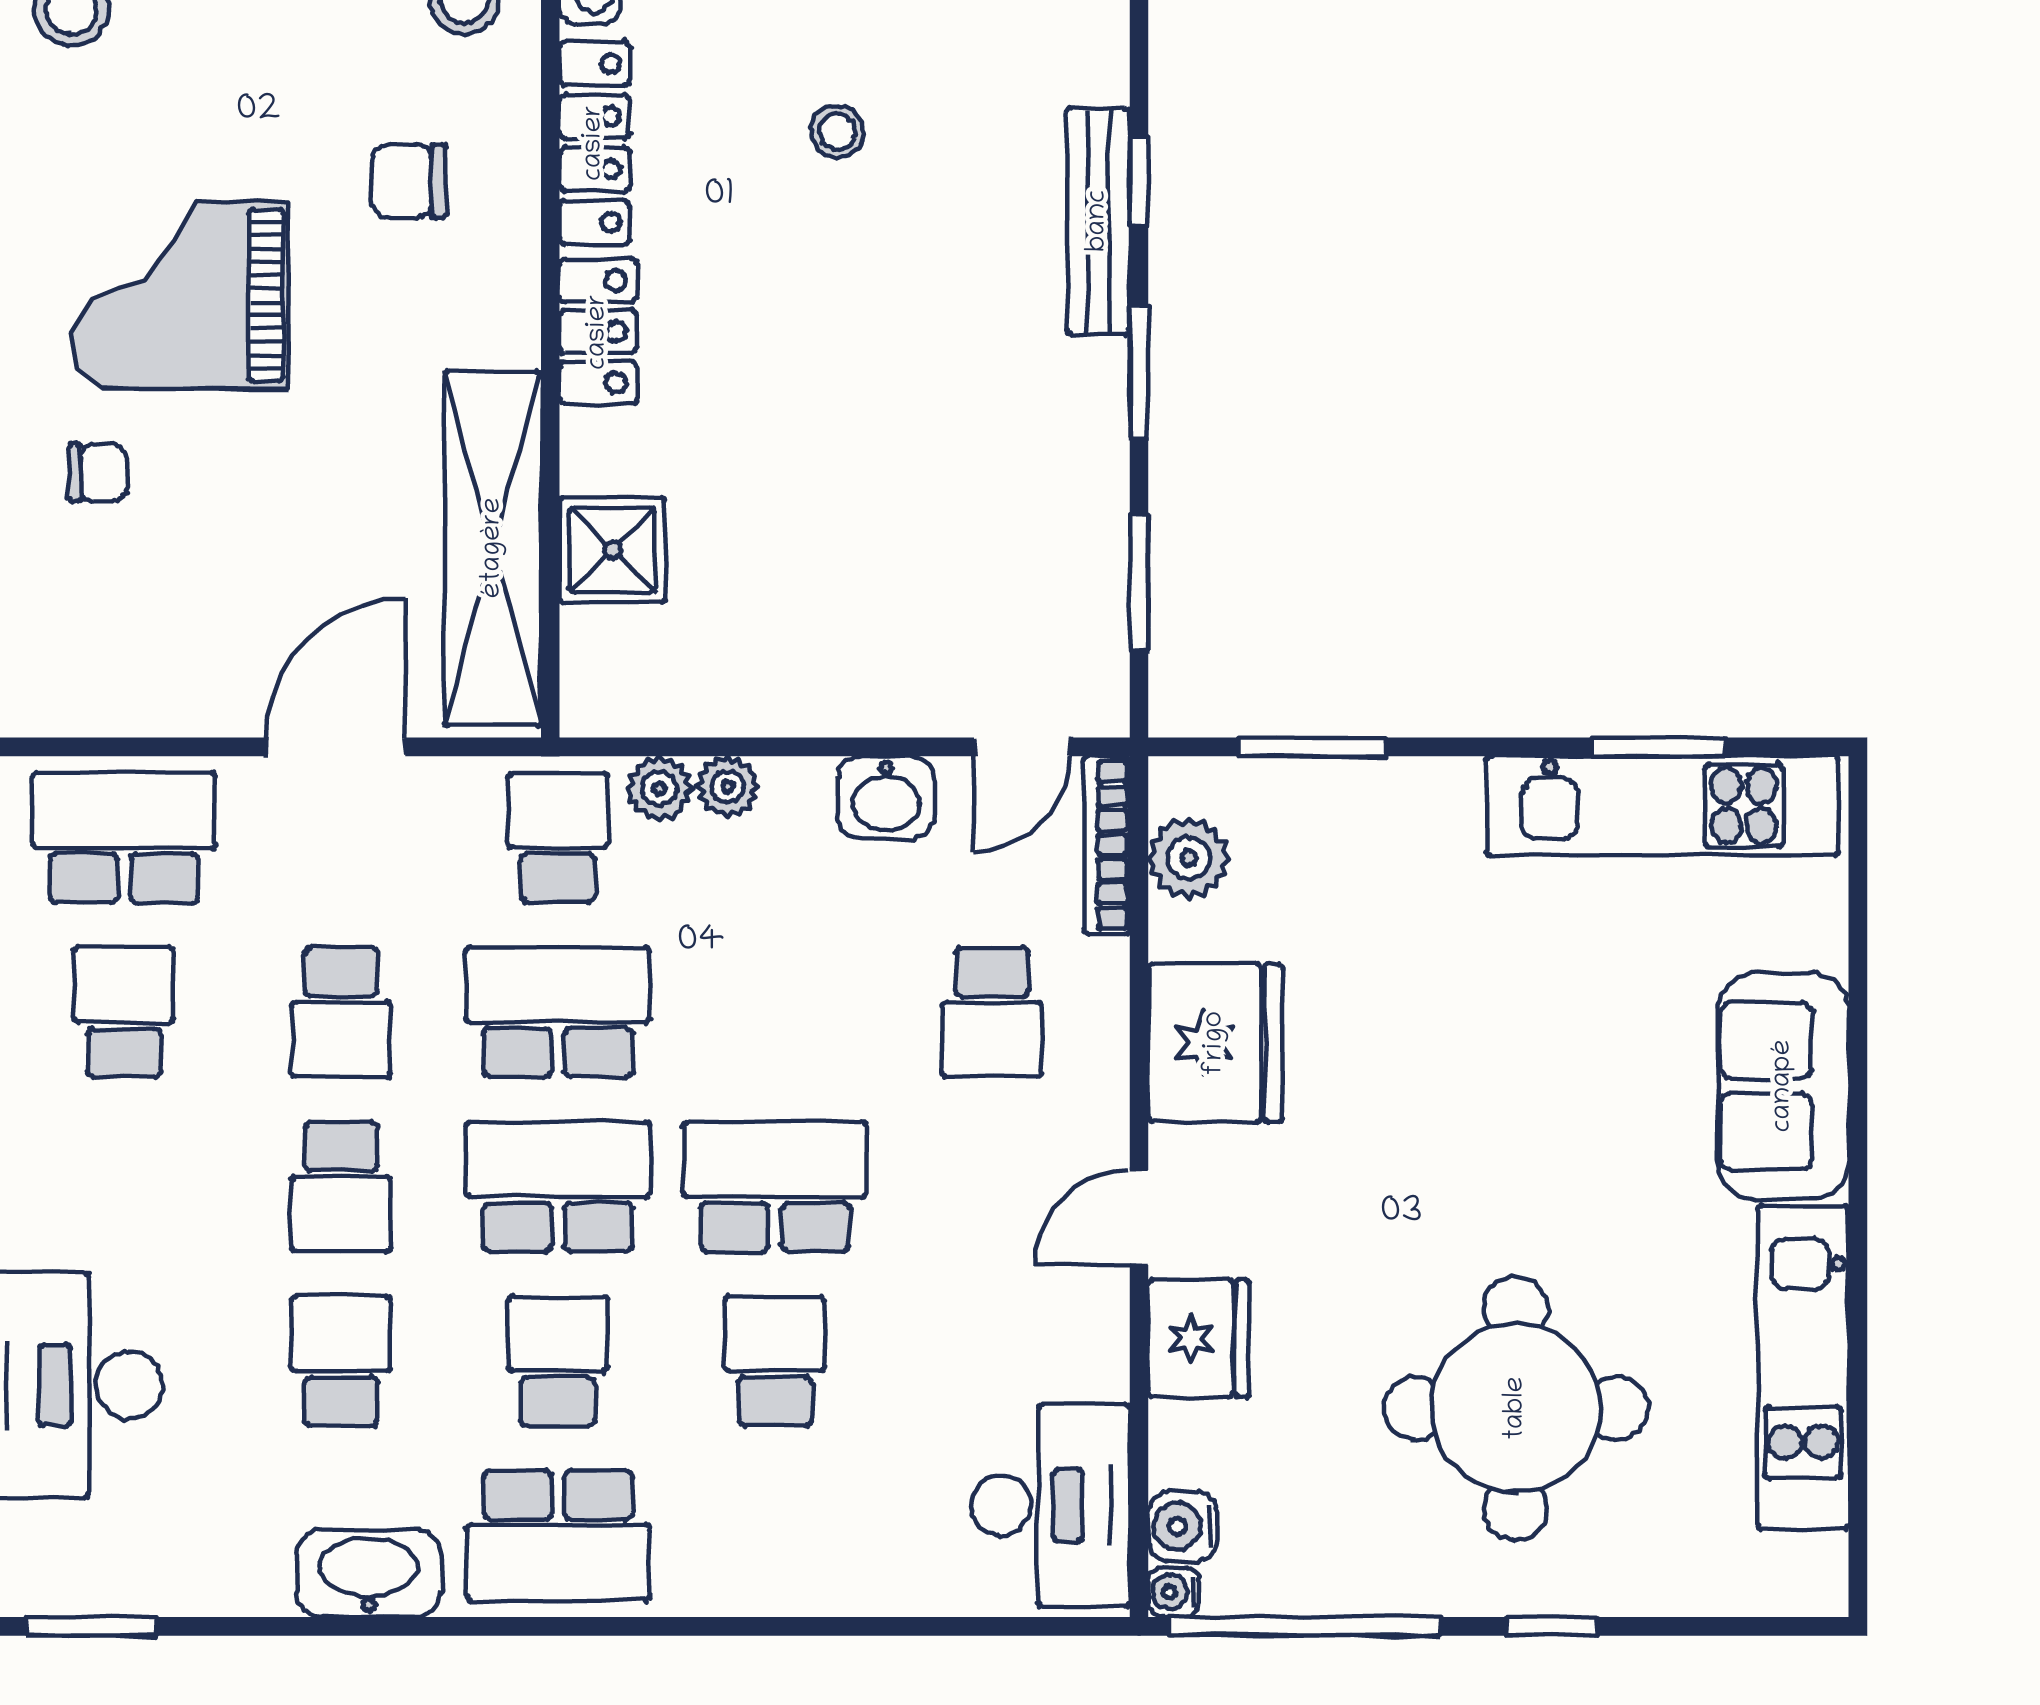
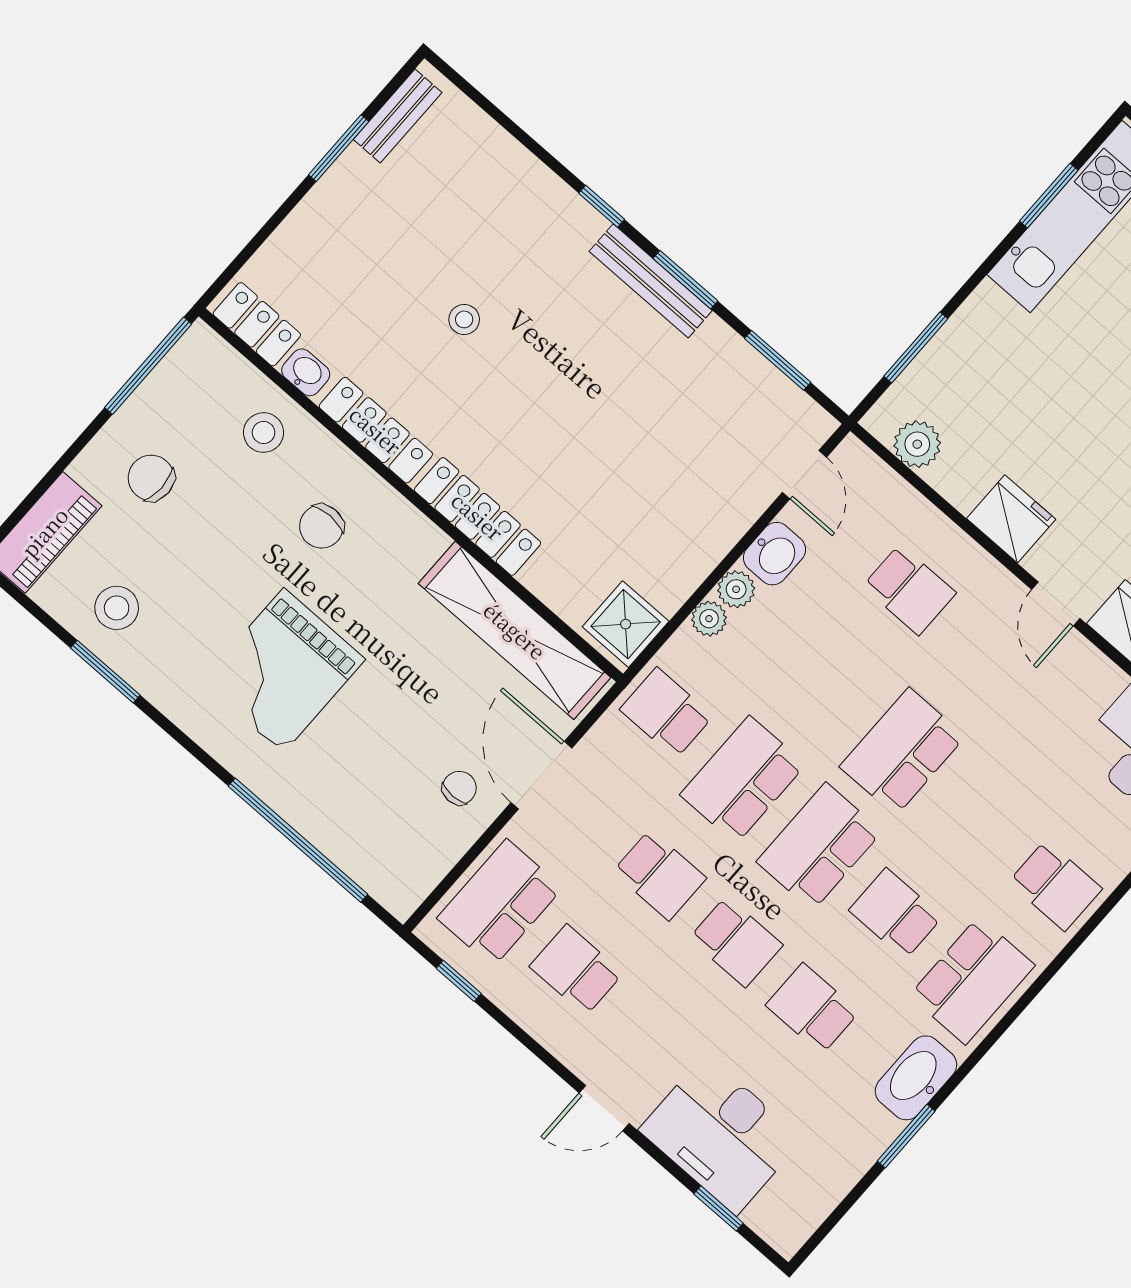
bench: (1098, 221) -> (651, 281), moved
locker: (598, 332) -> (478, 516), width x1.53
chair: (98, 473) -> (459, 788), moved
shower: (612, 550) -> (626, 624), moved
plant: (659, 788) -> (736, 589), moved
bookcase: (1107, 845) -> (880, 475), removed
fridge: (1215, 1043) -> (1011, 519), width x0.73, depth x0.75
school desk: (775, 1361) -> (1055, 885), moved, turned 180
window: (91, 1626) -> (906, 1136), moved

